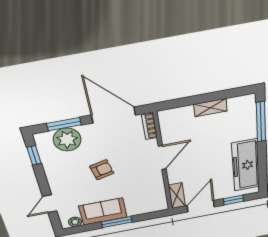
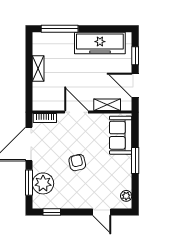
shelving: (177, 196) -> (107, 105), moved
sofa: (103, 212) -> (121, 135), moved

